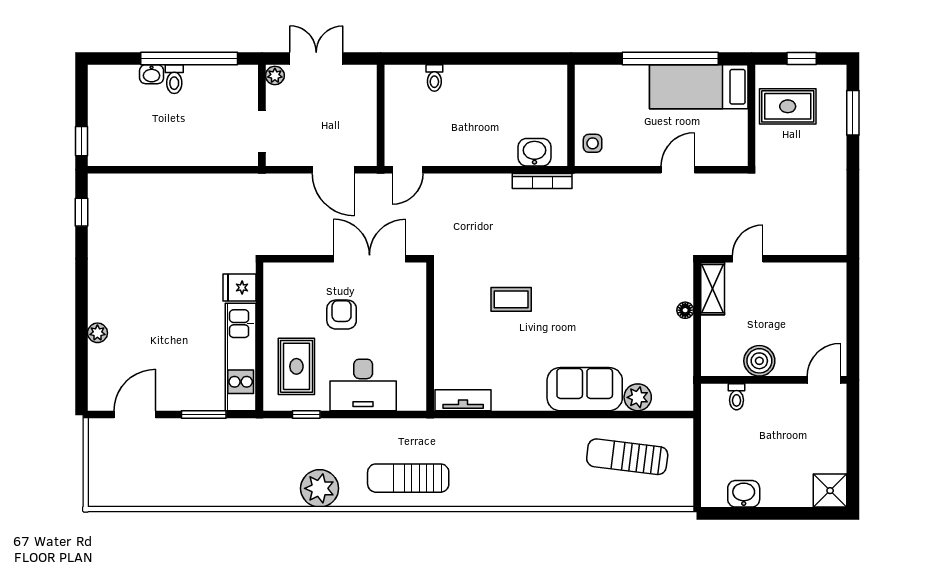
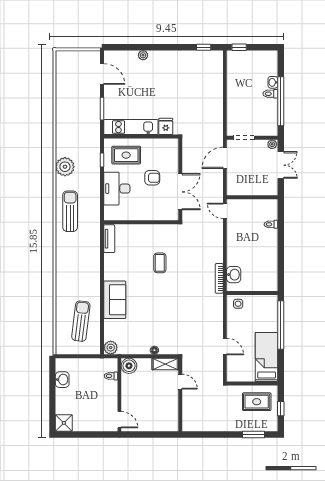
window: (670, 58) -> (281, 325), moved
rug: (788, 106) -> (257, 402), turned 90
door: (333, 170) -> (225, 158), moved
boiler: (759, 361) -> (129, 366), moved
plant: (638, 397) -> (111, 348), moved

